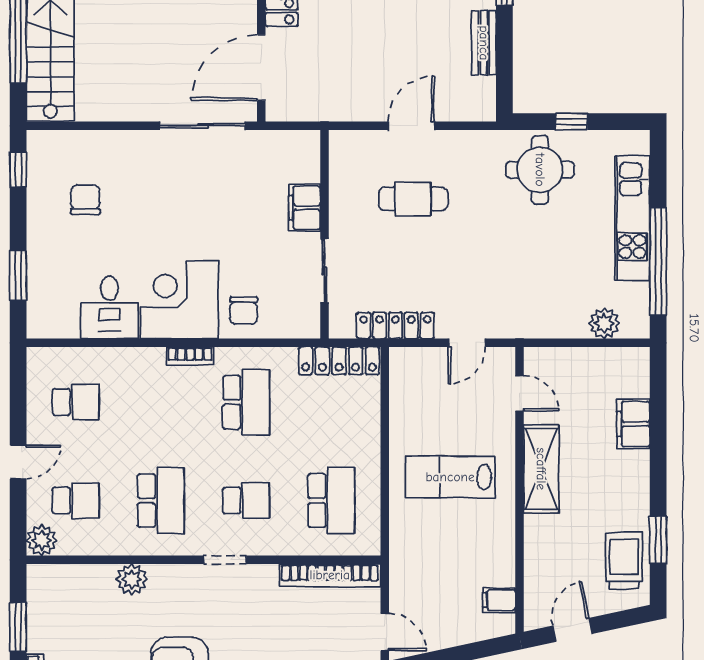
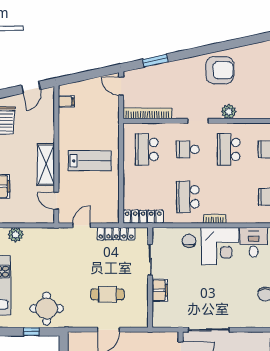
plant: (132, 579) -> (229, 112), moved

